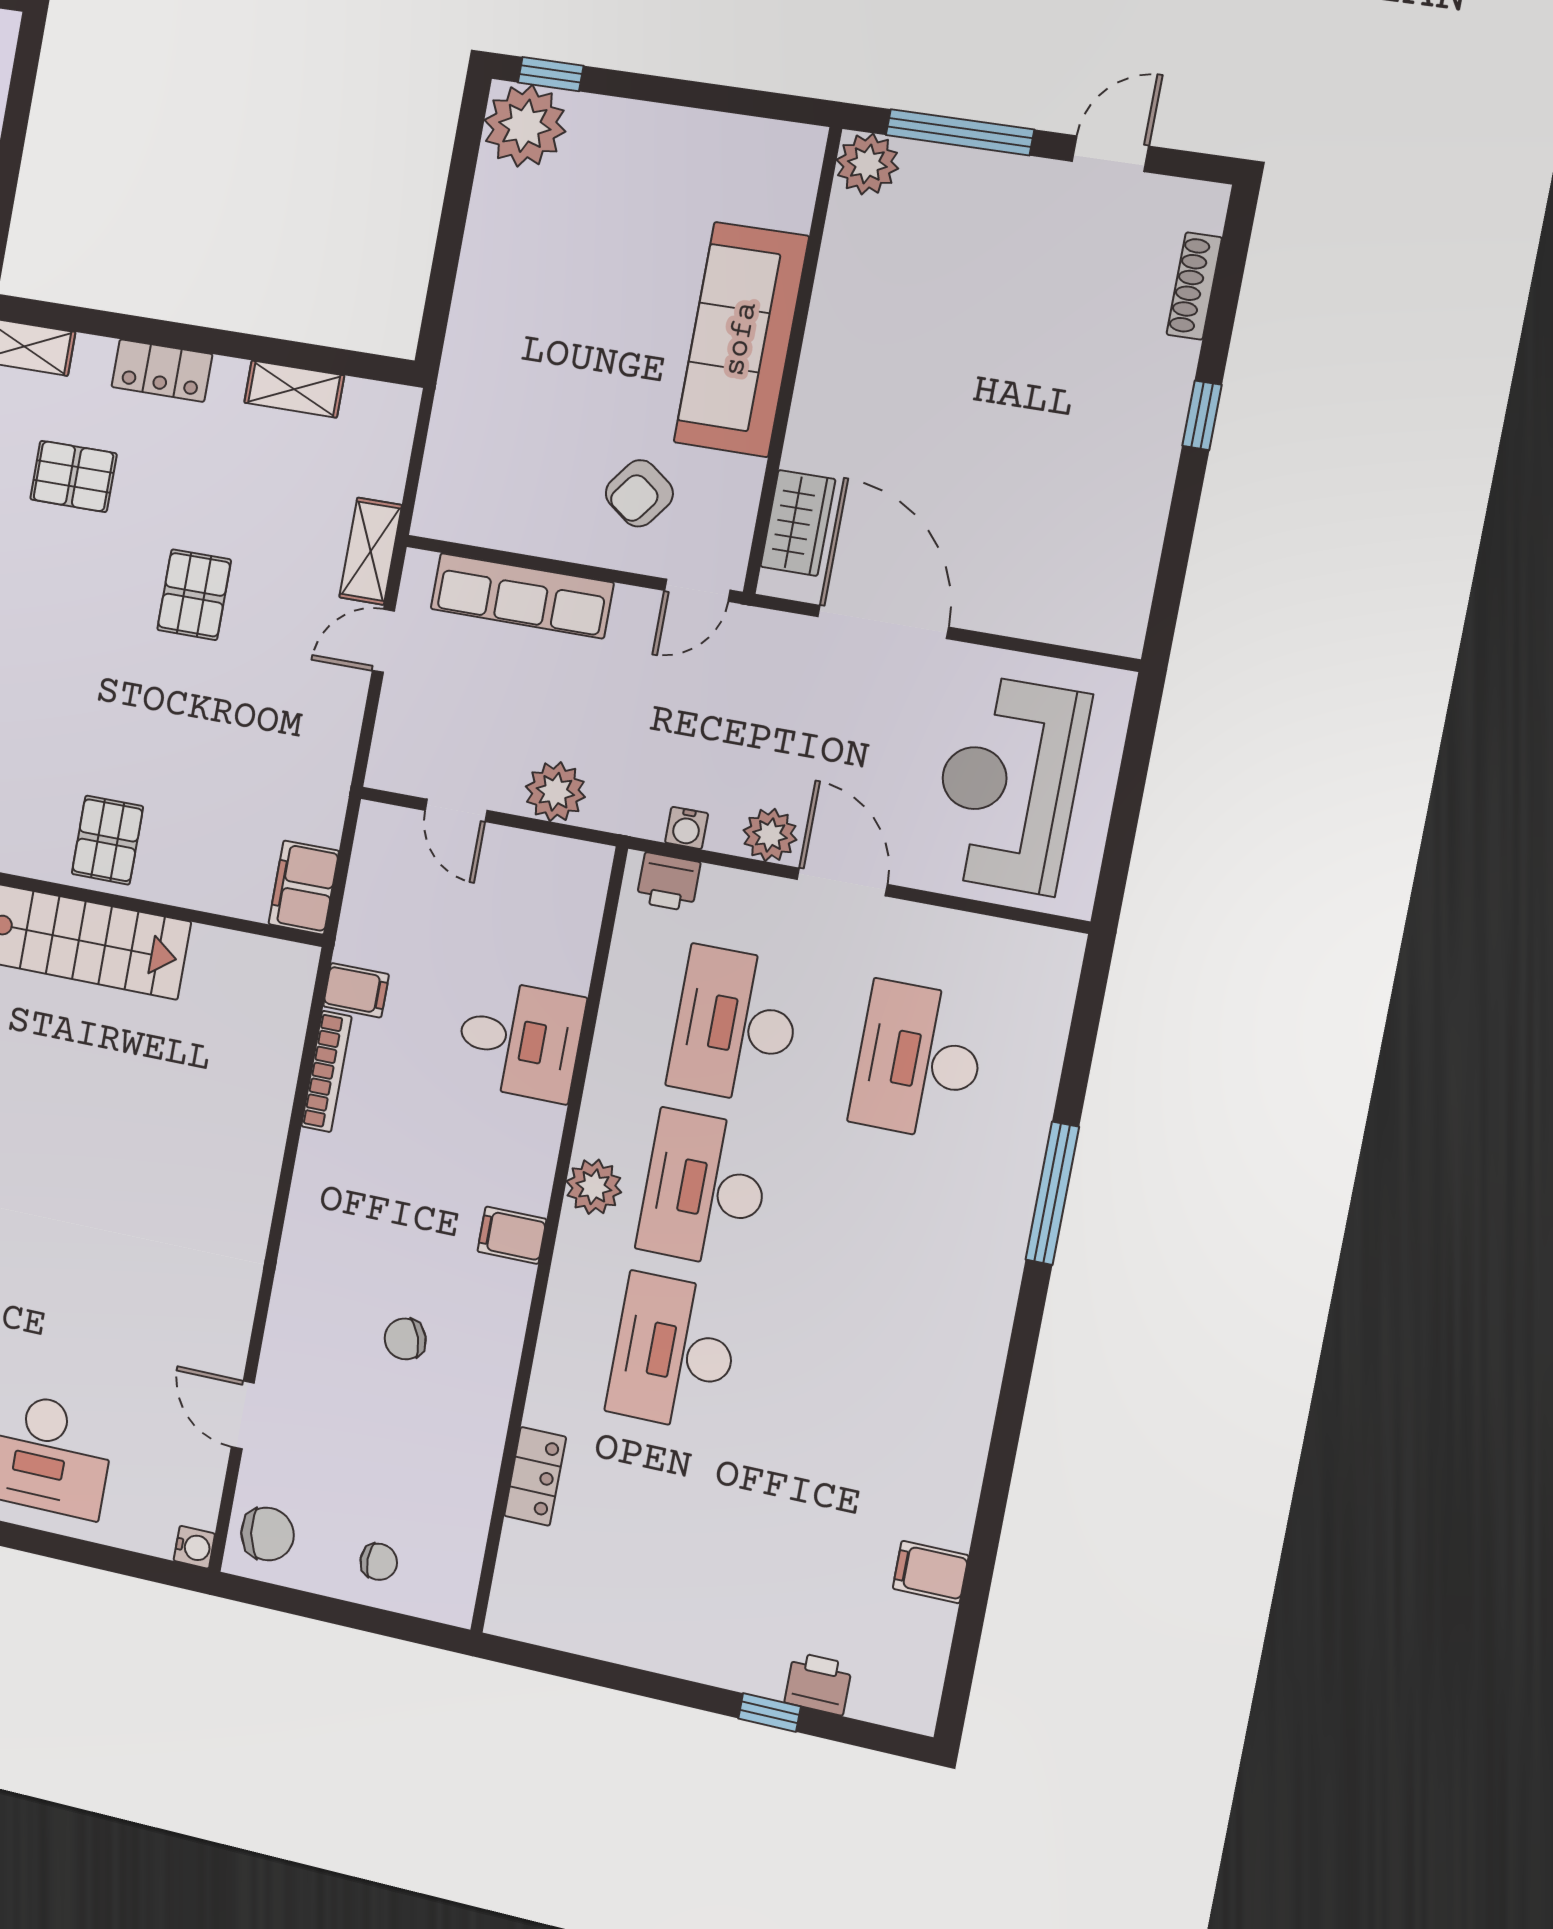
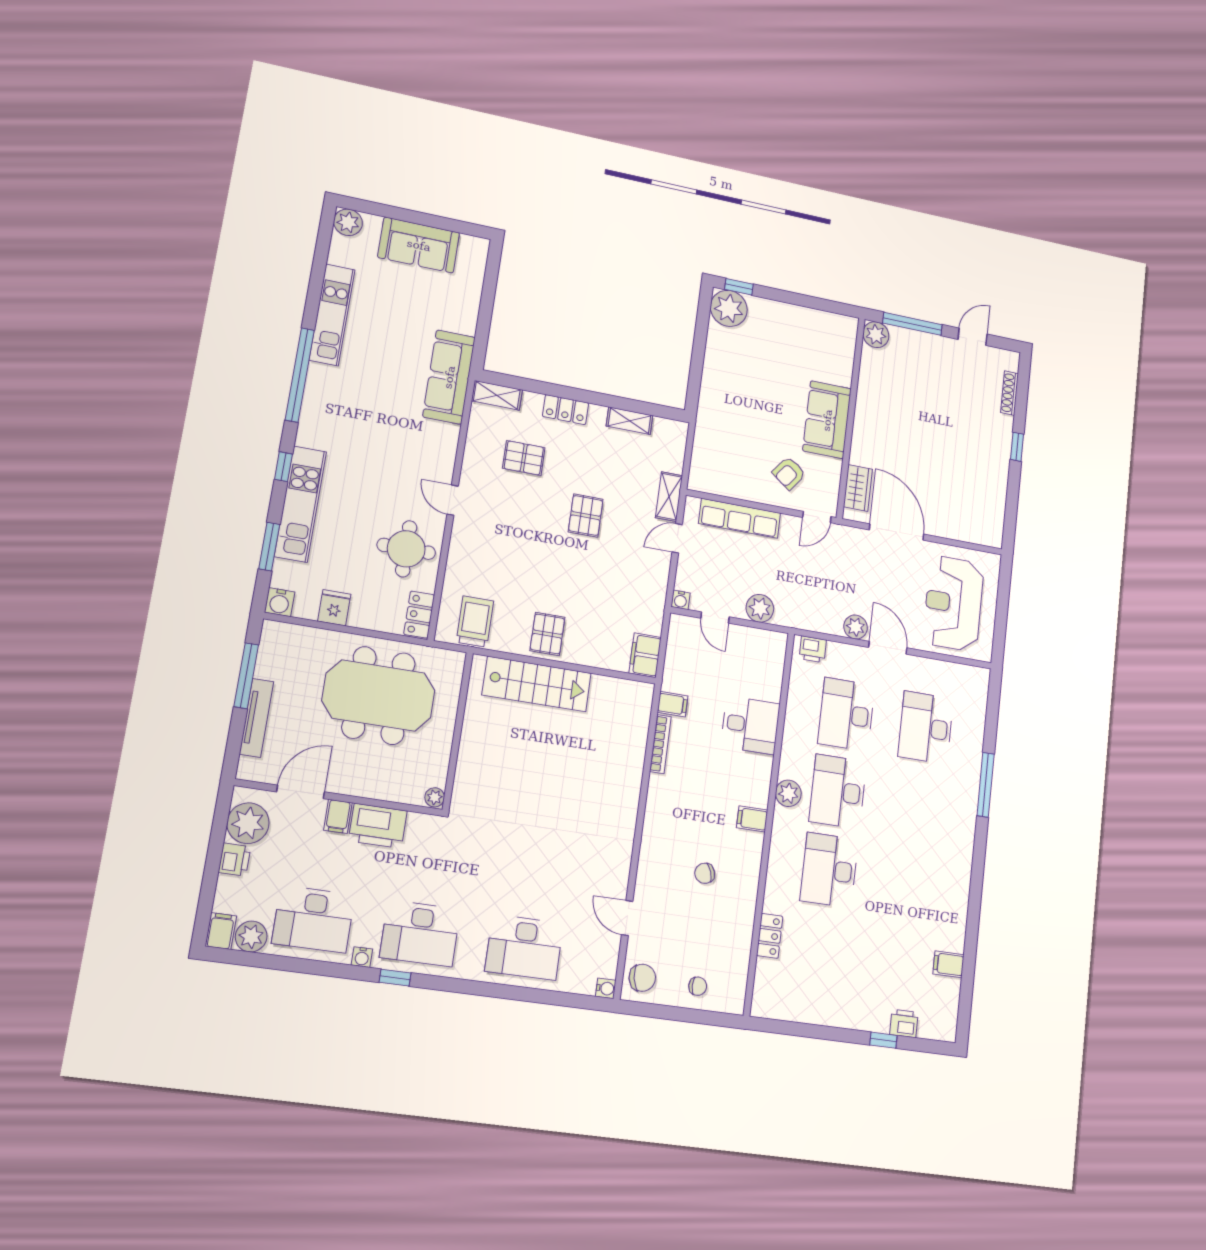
sofa: (741, 339) -> (827, 420), width x0.73
water cooler: (687, 828) -> (681, 600), moved

